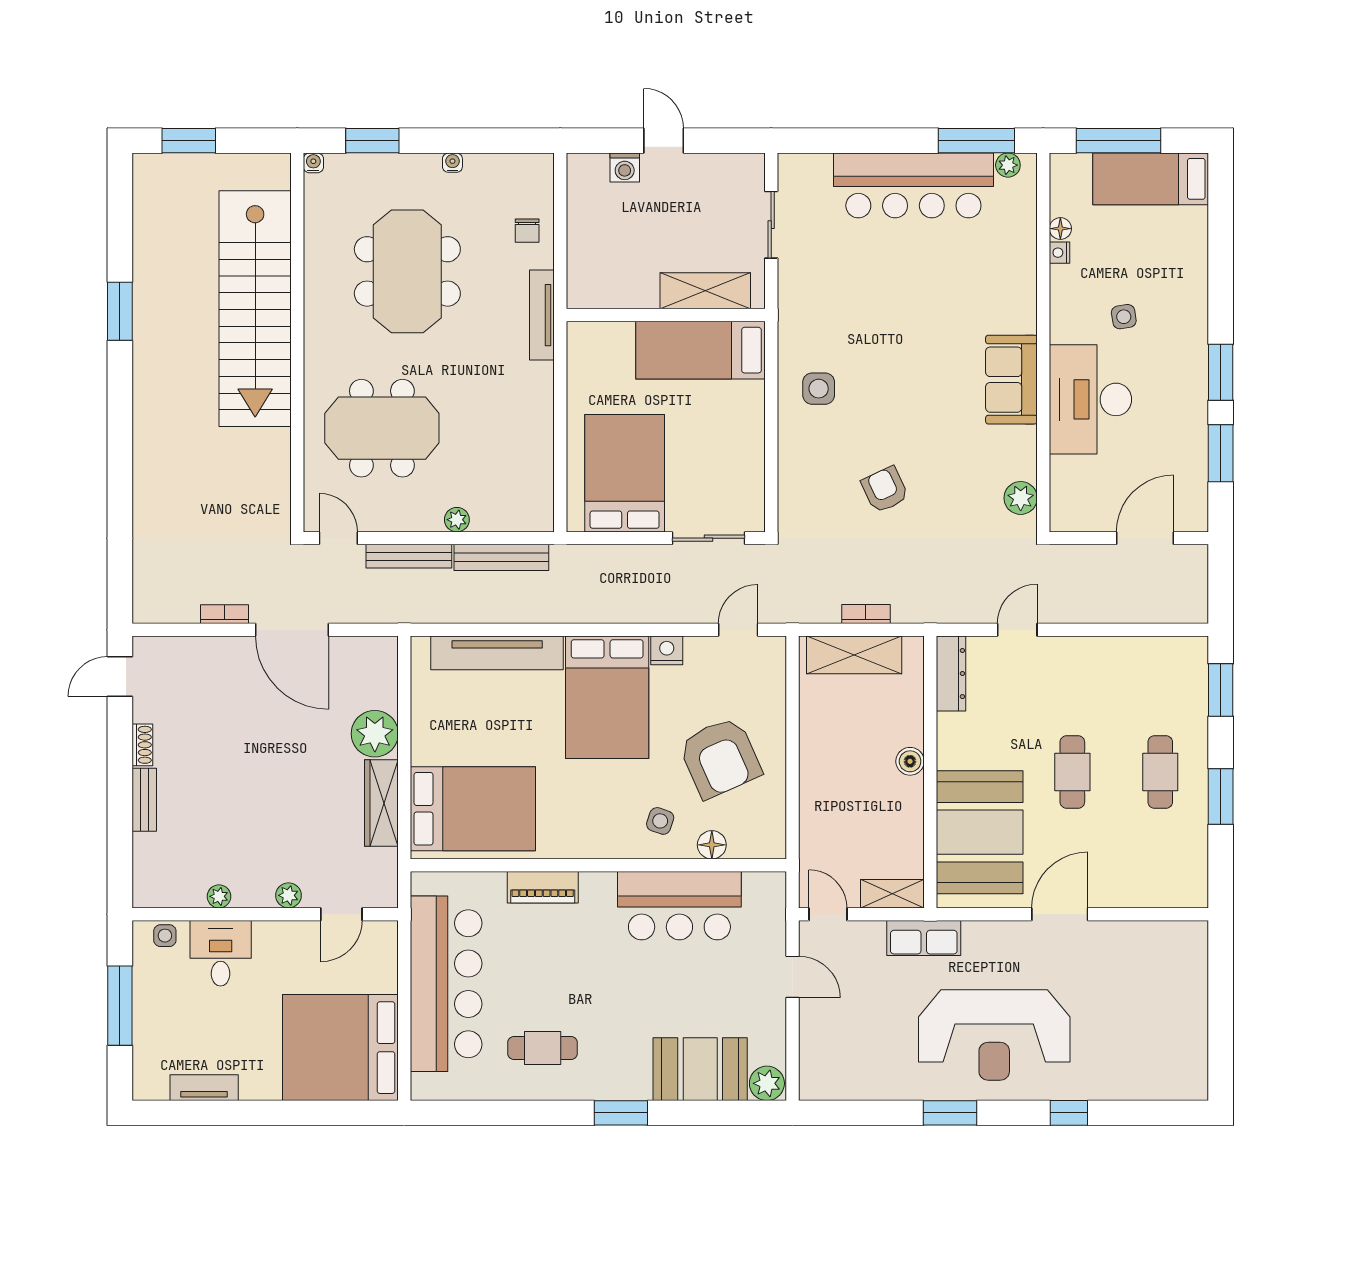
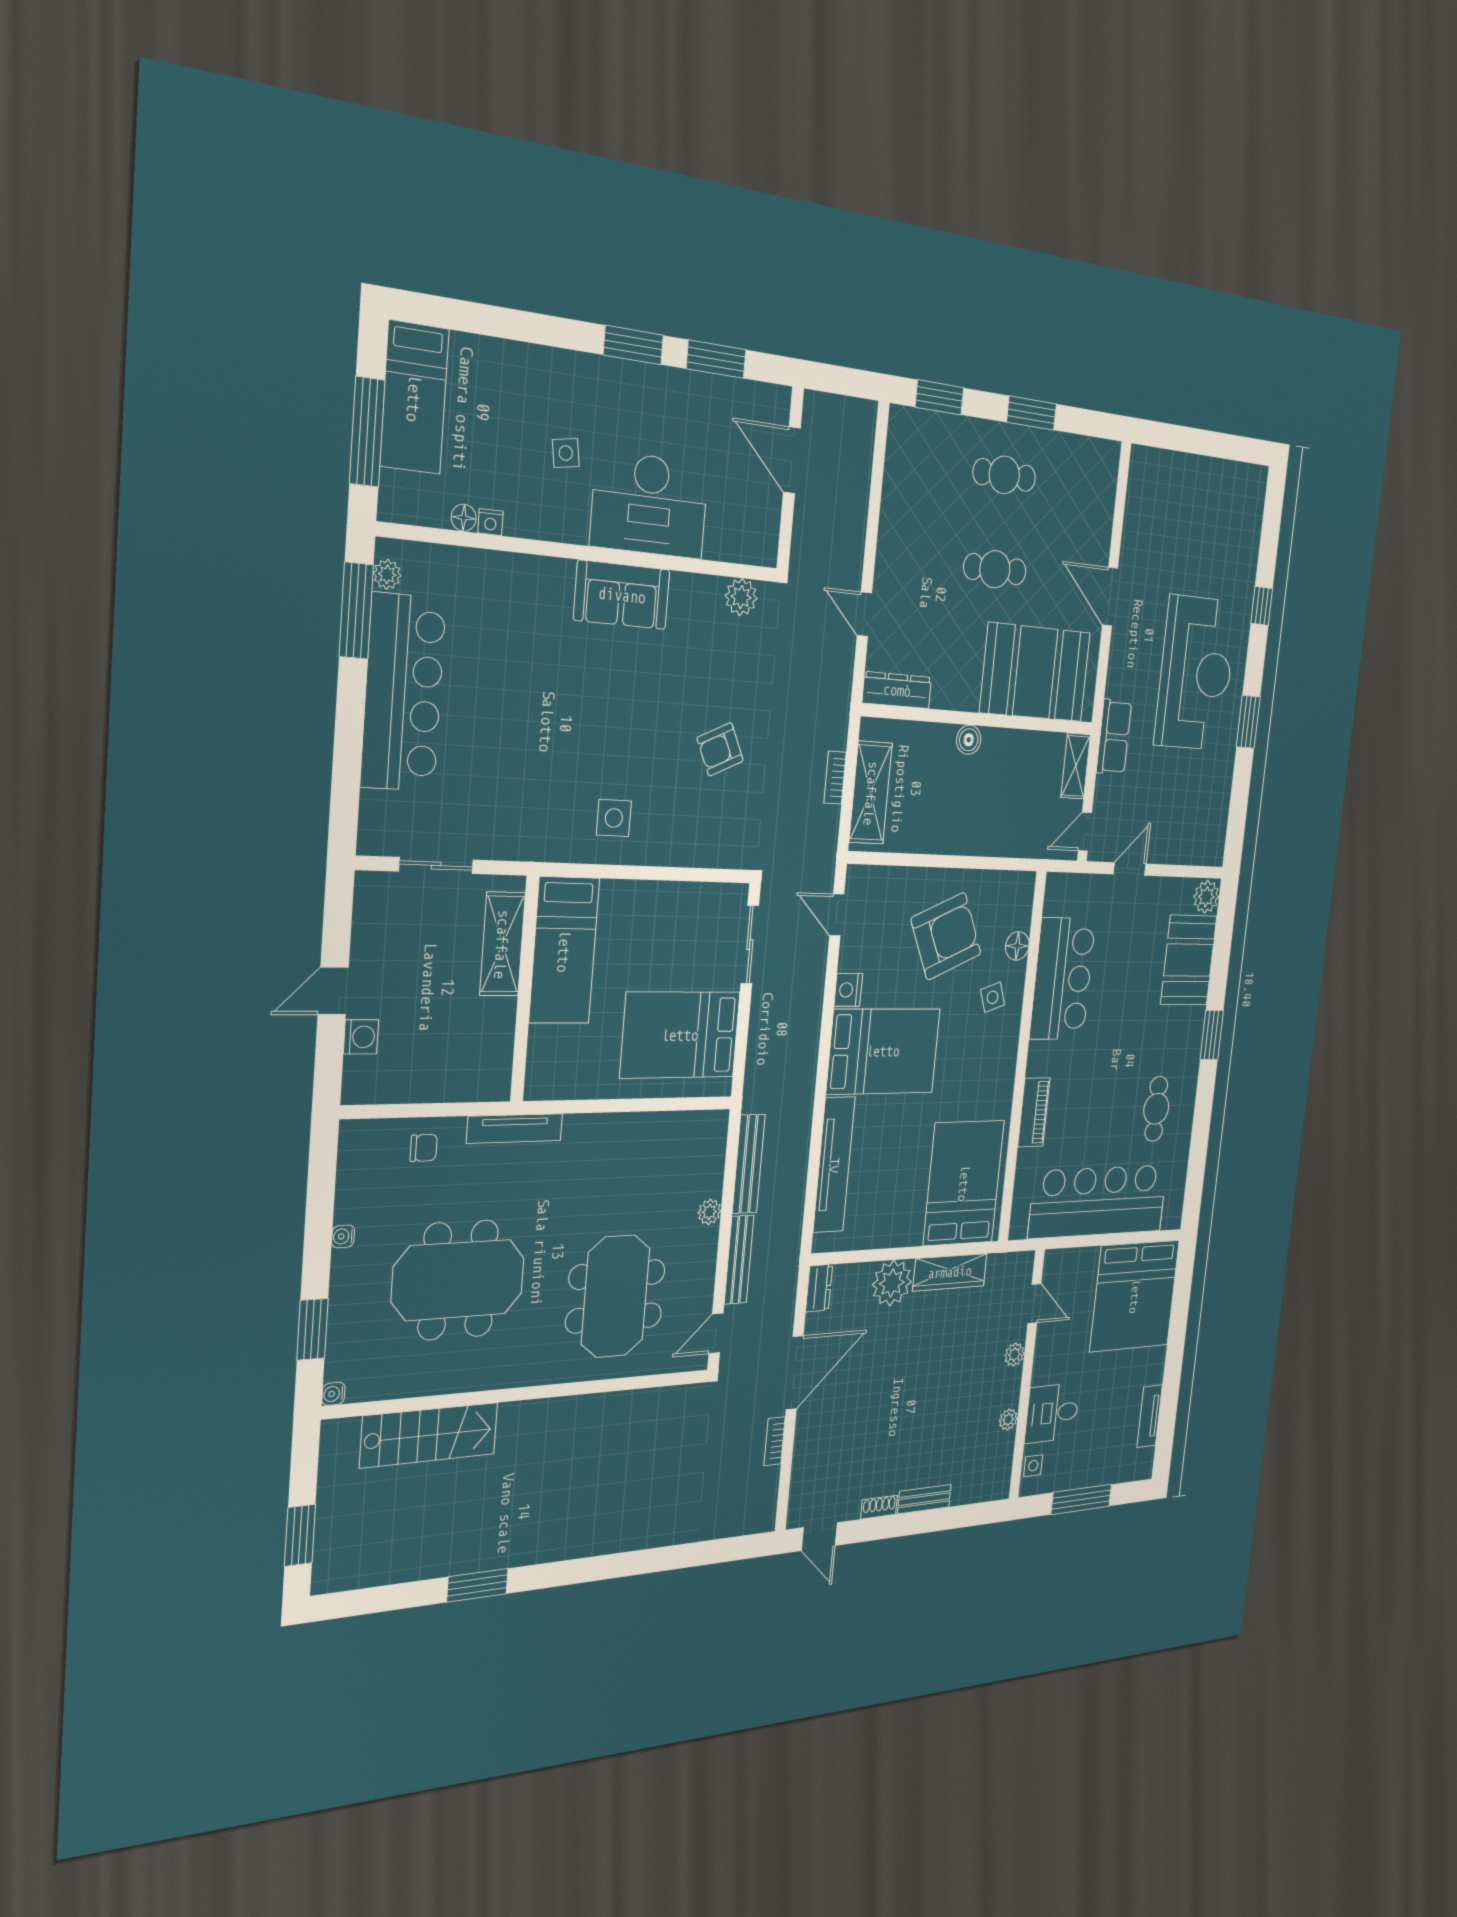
stairs: (255, 309) -> (429, 1435), width x0.54, depth x0.66
dresser: (375, 649) -> (819, 1288), added
side table: (660, 821) -> (993, 997), turned -38

